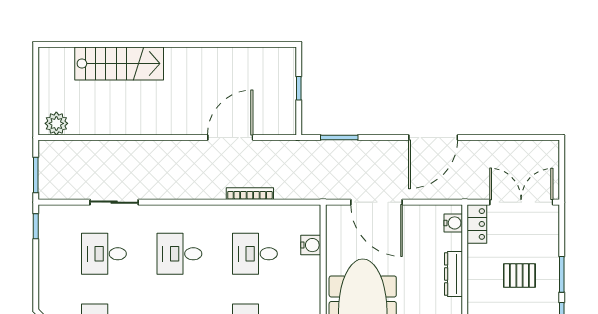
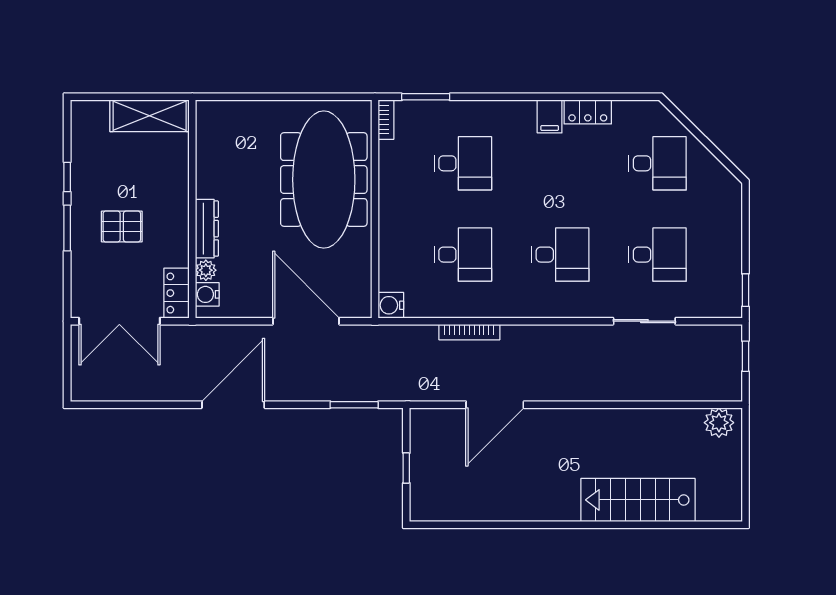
window: (36, 175) -> (745, 356), width x0.67
plant: (454, 242) -> (206, 270), added
water cooler: (311, 245) -> (391, 305), moved

